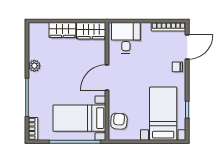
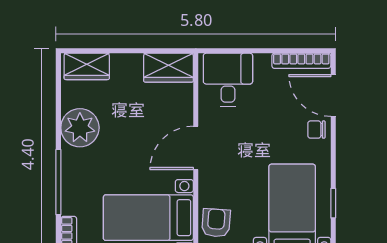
wardrobe: (62, 30) -> (87, 66), moved
door: (187, 47) -> (333, 96), swing flipped
plant: (34, 66) -> (80, 128), width x1.88, depth x1.88

